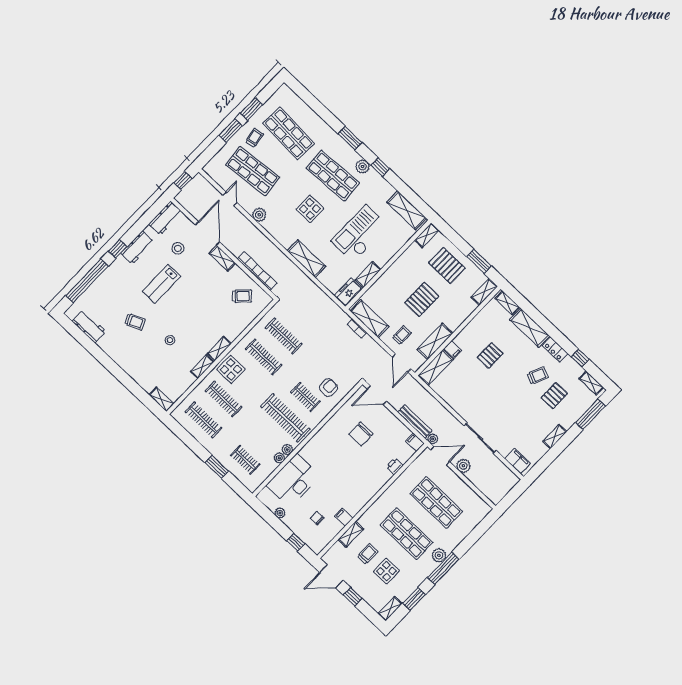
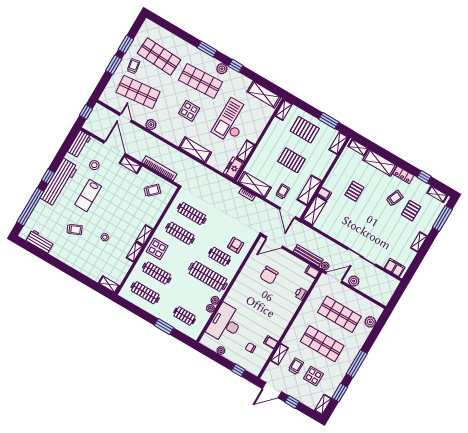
workbench: (137, 248) -> (59, 182), width x1.88, depth x1.32
pallet: (422, 299) -> (292, 160), turned 90
plant: (439, 555) -> (370, 322), moved

